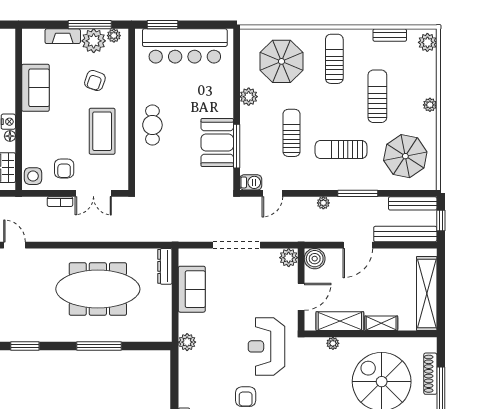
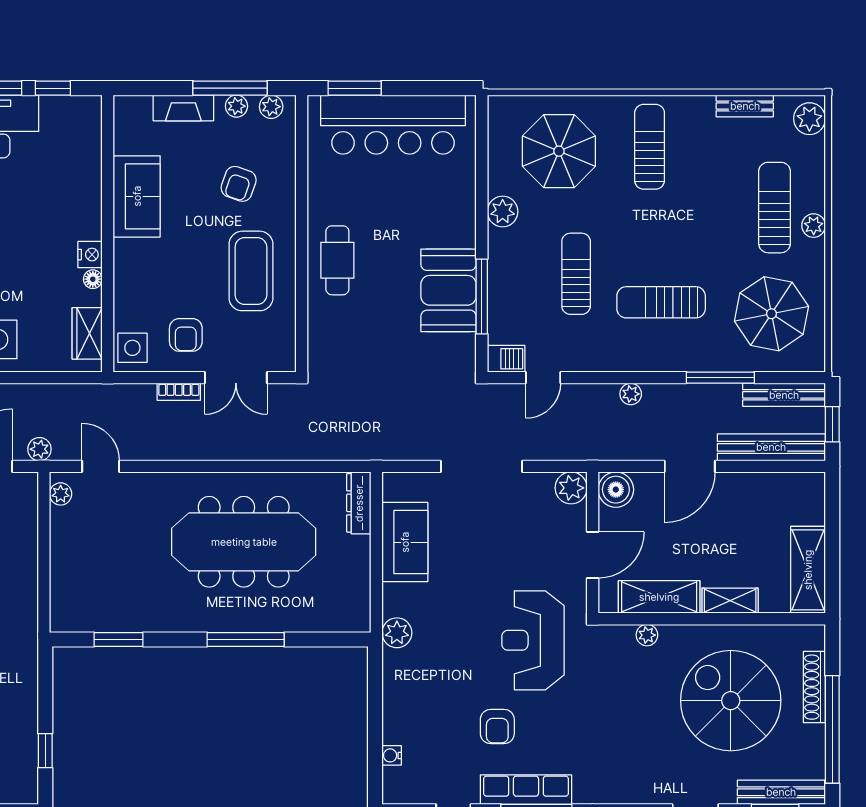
plant: (94, 41) -> (236, 106), width x0.53, depth x0.53
sun lounger: (377, 96) -> (775, 208), moved
window: (358, 193) -> (720, 378), moved
shelving: (427, 294) -> (808, 570), width x0.68

